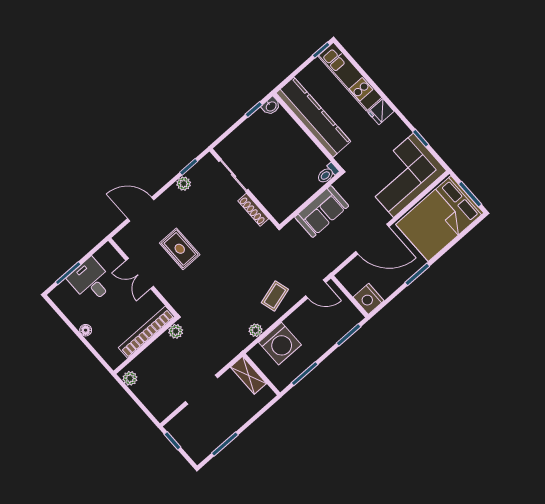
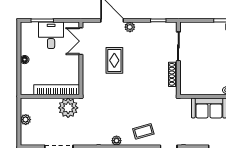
plant: (184, 184) -> (130, 27), moved
double door: (140, 273) -> (81, 41), moved
plant: (176, 331) -> (68, 108), width x1.88, depth x1.88
plant: (130, 378) -> (26, 120), moved

